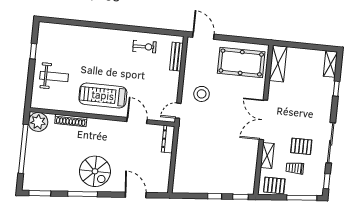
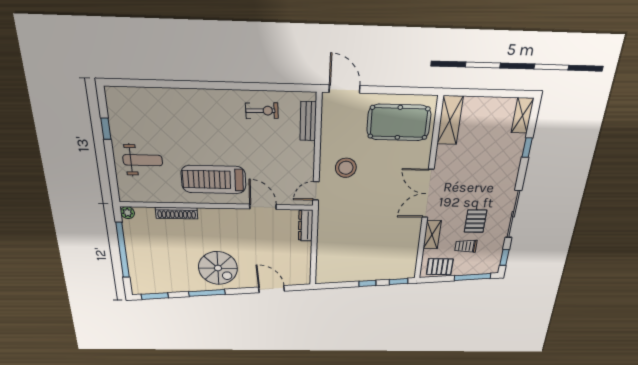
plant: (38, 122) -> (127, 213), width x0.53, depth x0.53
pallet: (301, 146) -> (475, 221), turned 90

